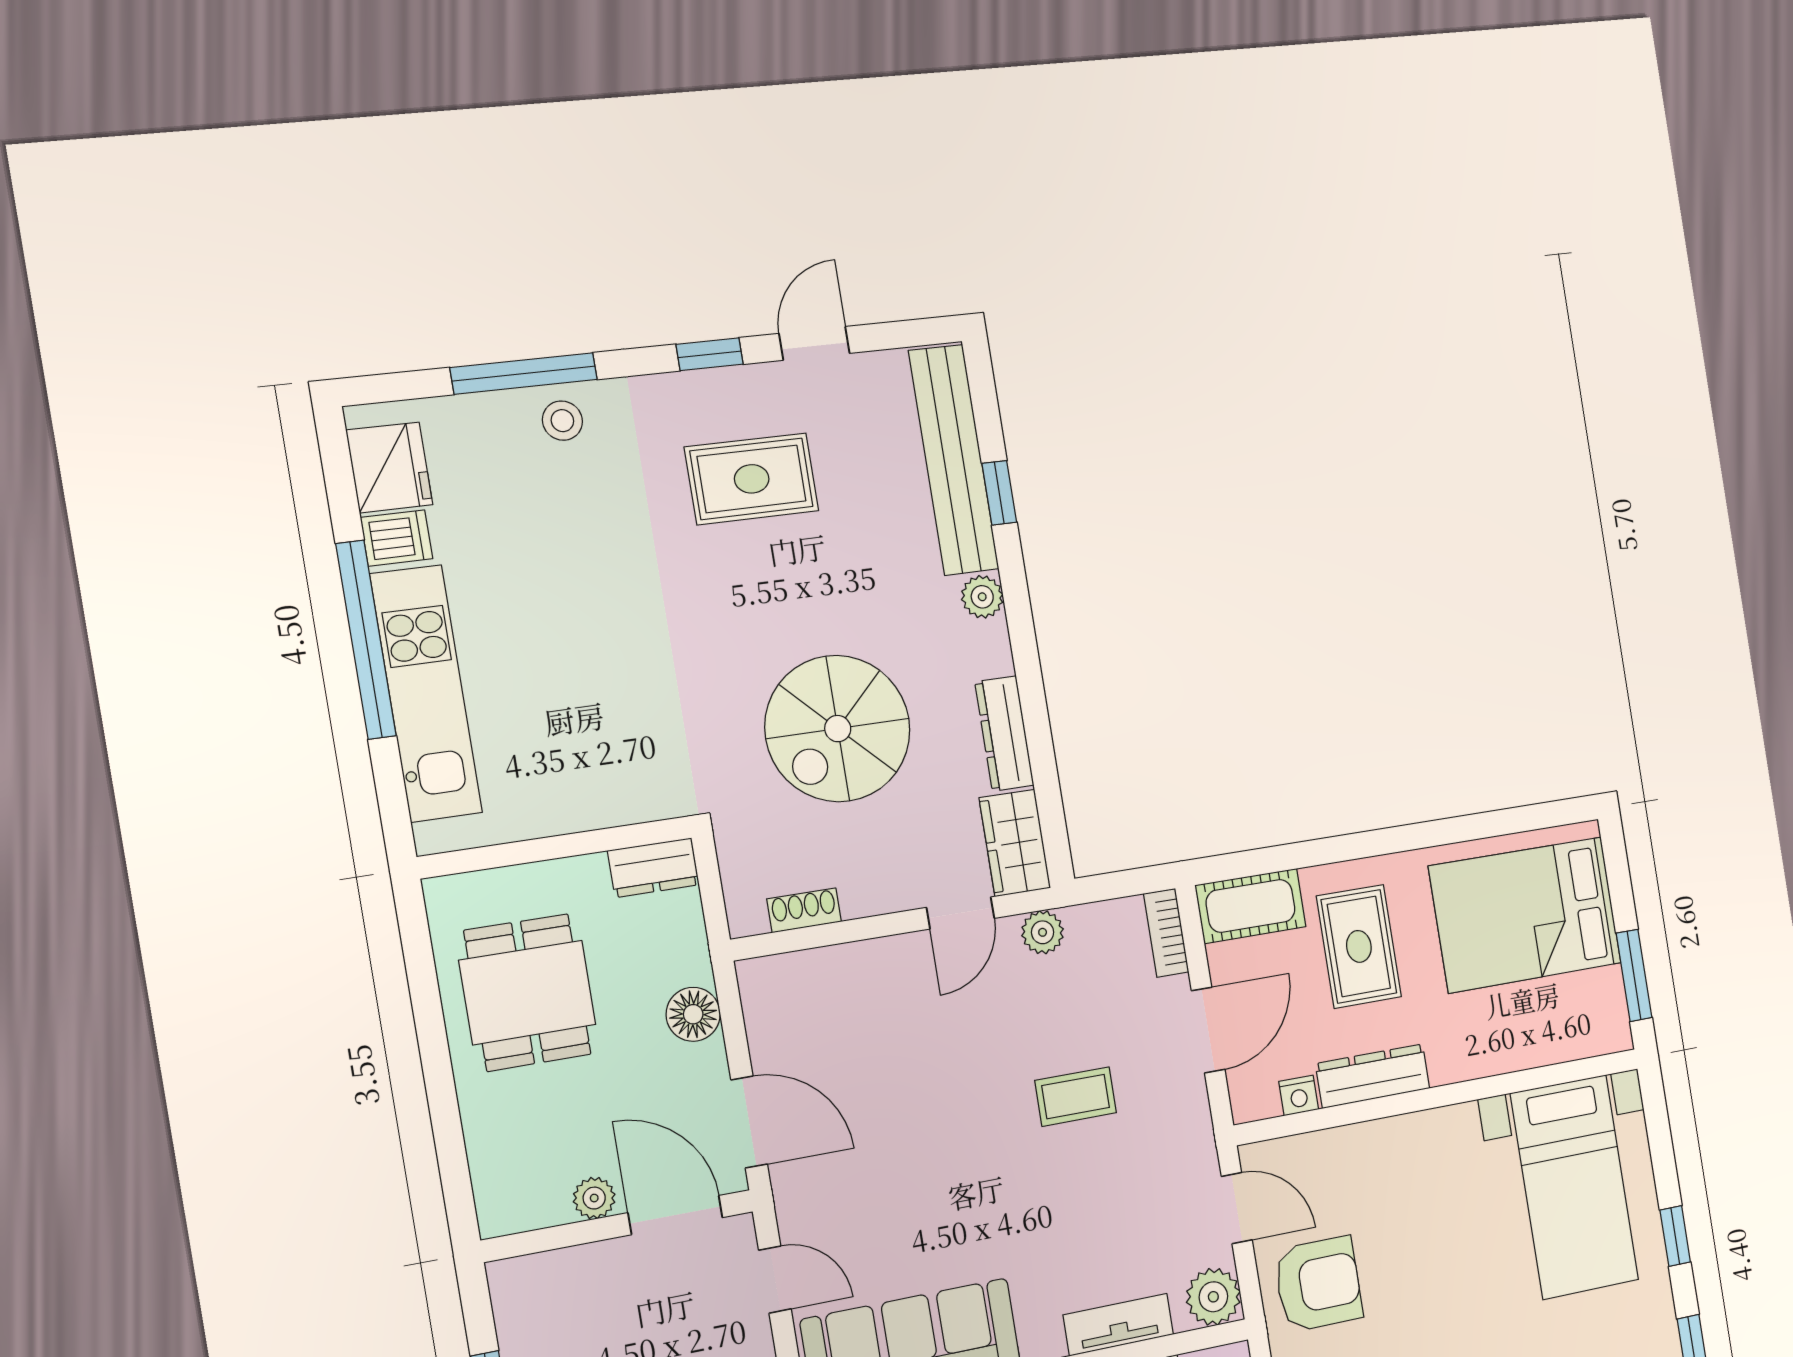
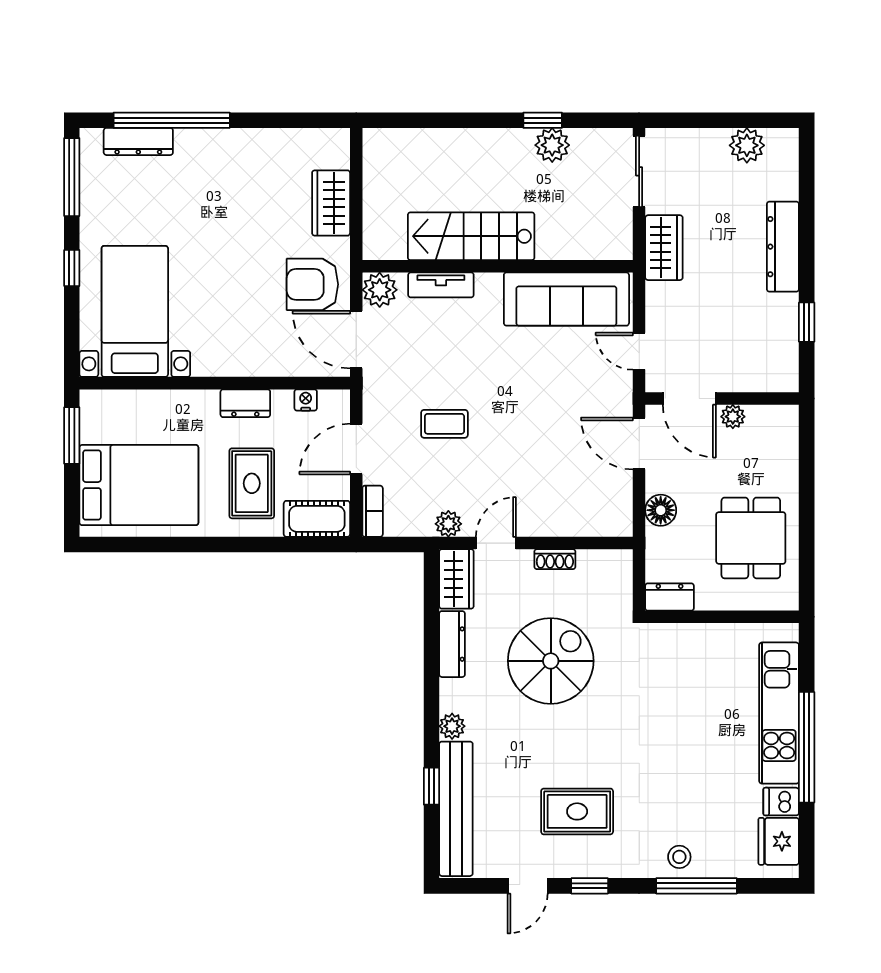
shoe rack: (804, 910) -> (555, 559), moved
dresser: (1373, 1076) -> (245, 403), width x0.70
door: (1237, 1208) -> (356, 340), width x1.37

